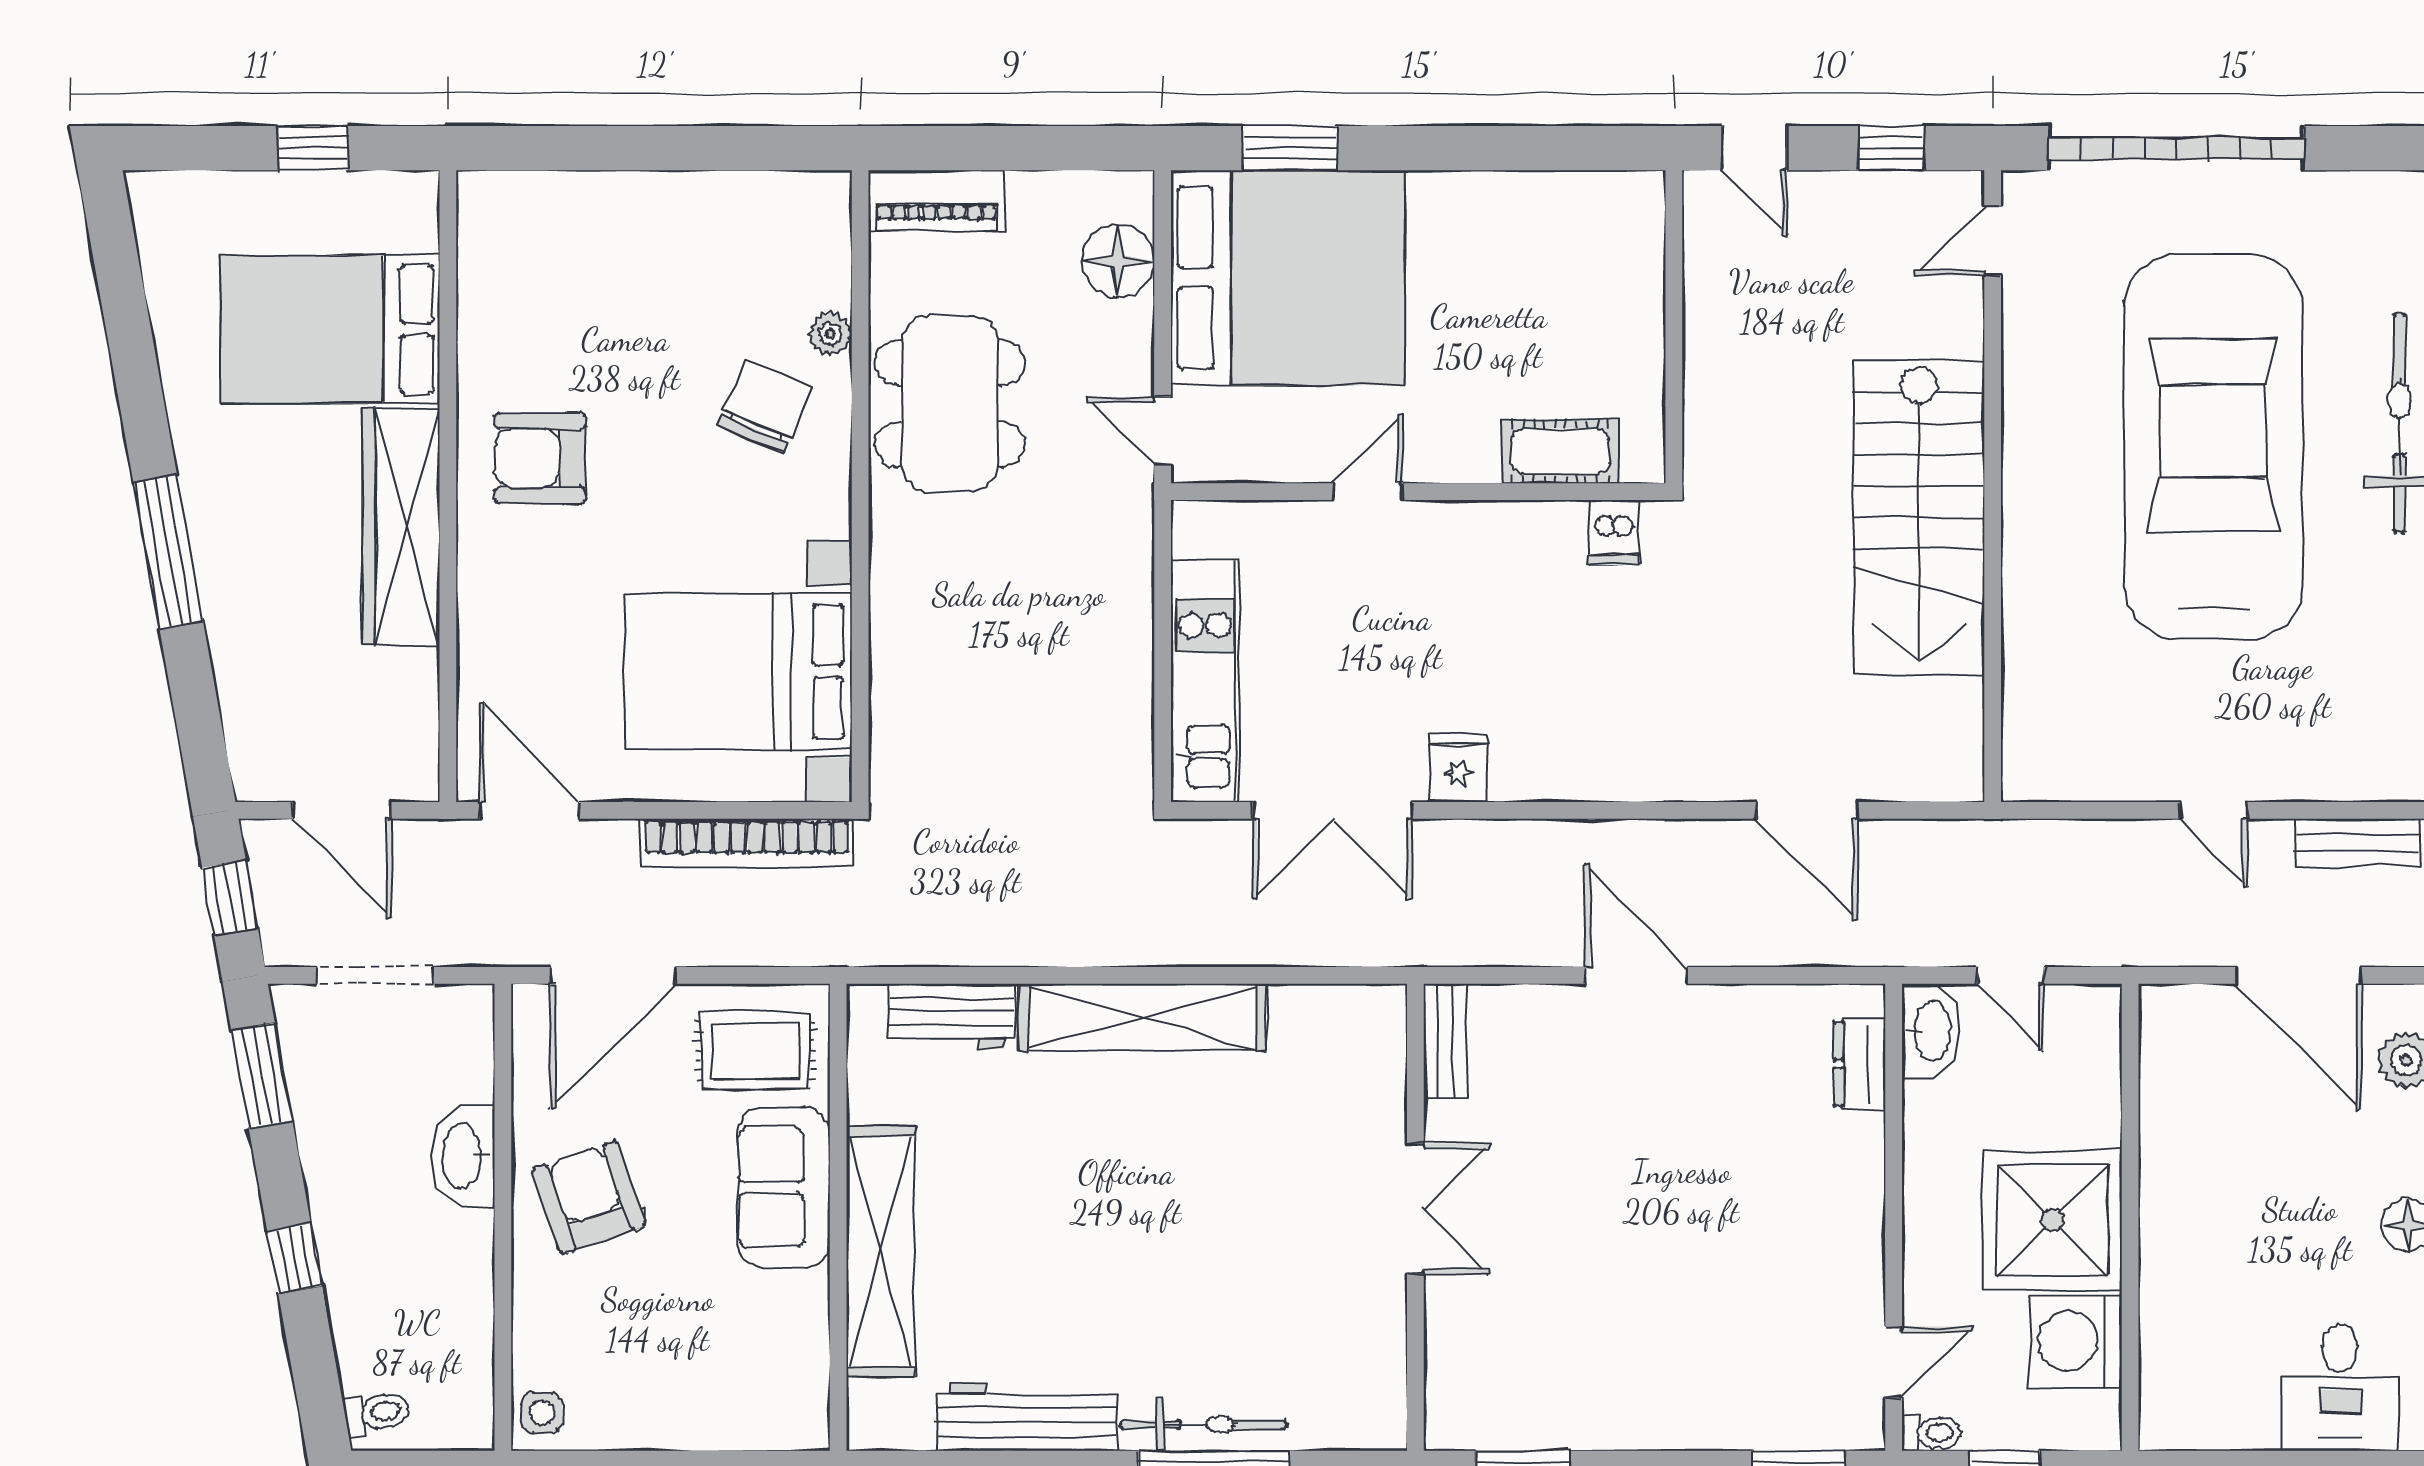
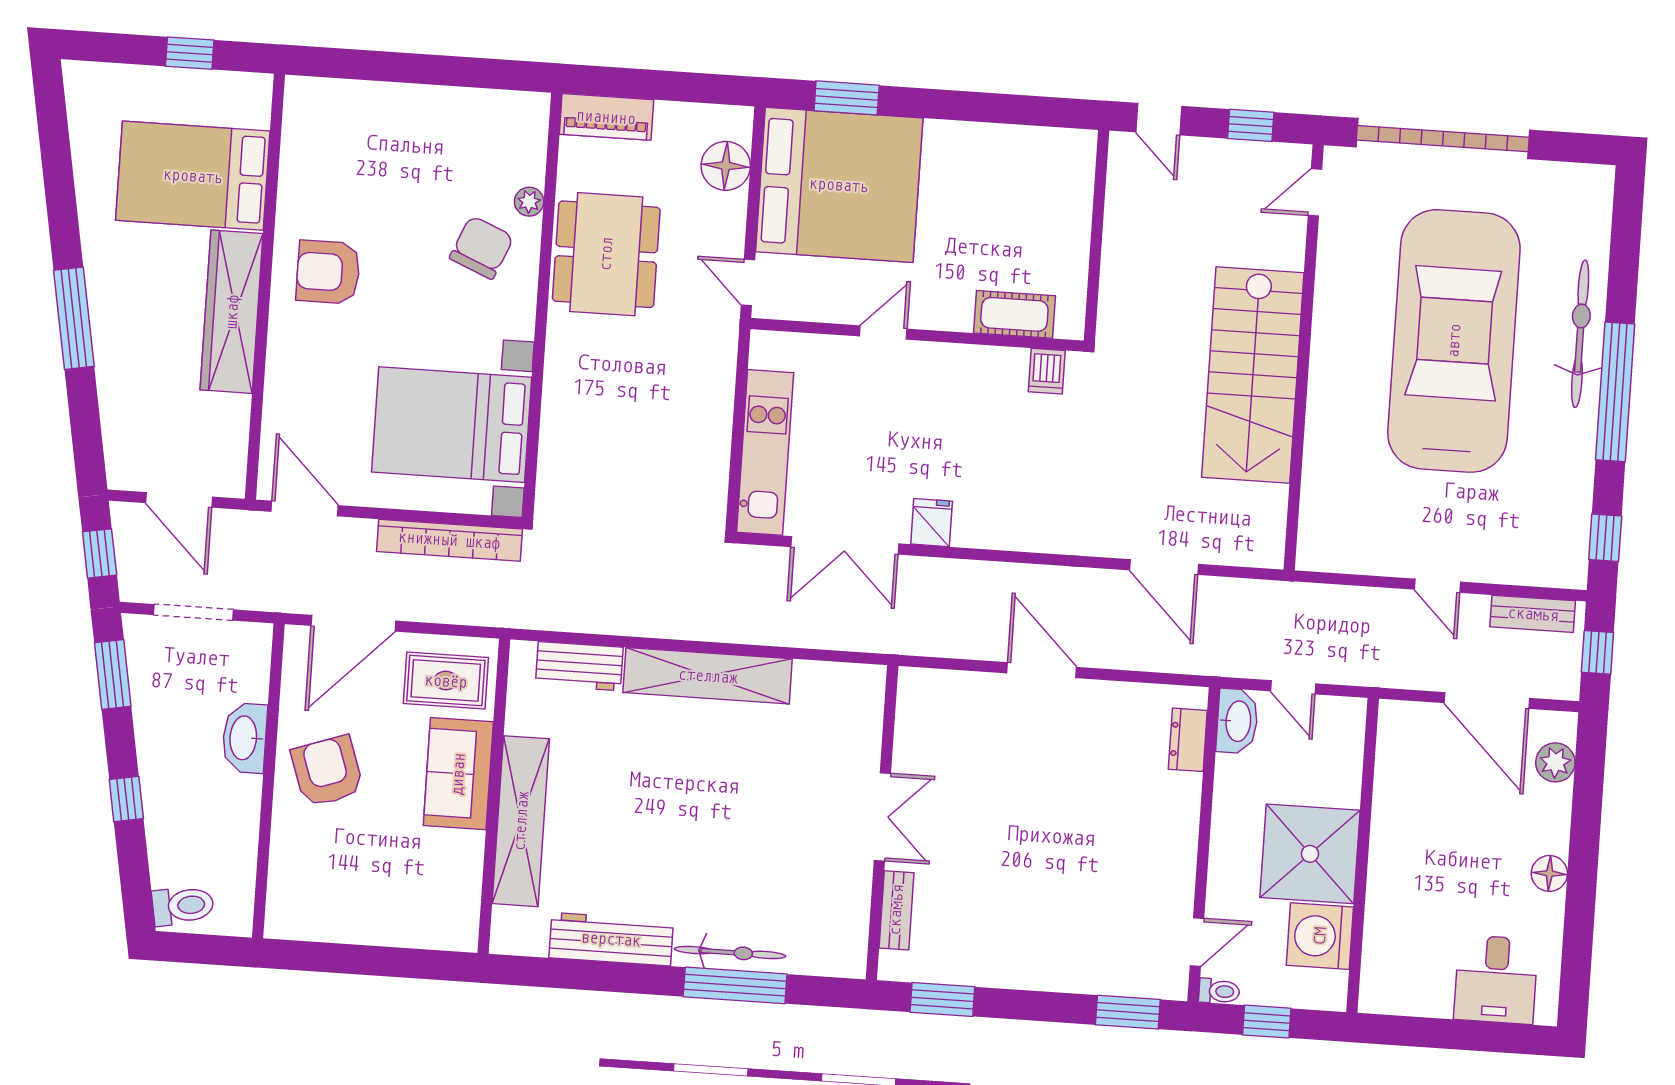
bench: (1446, 1041) -> (896, 910), moved
toilet: (377, 1413) -> (183, 906), width x1.37, depth x1.39
side table: (542, 1413) -> (286, 914), removed

